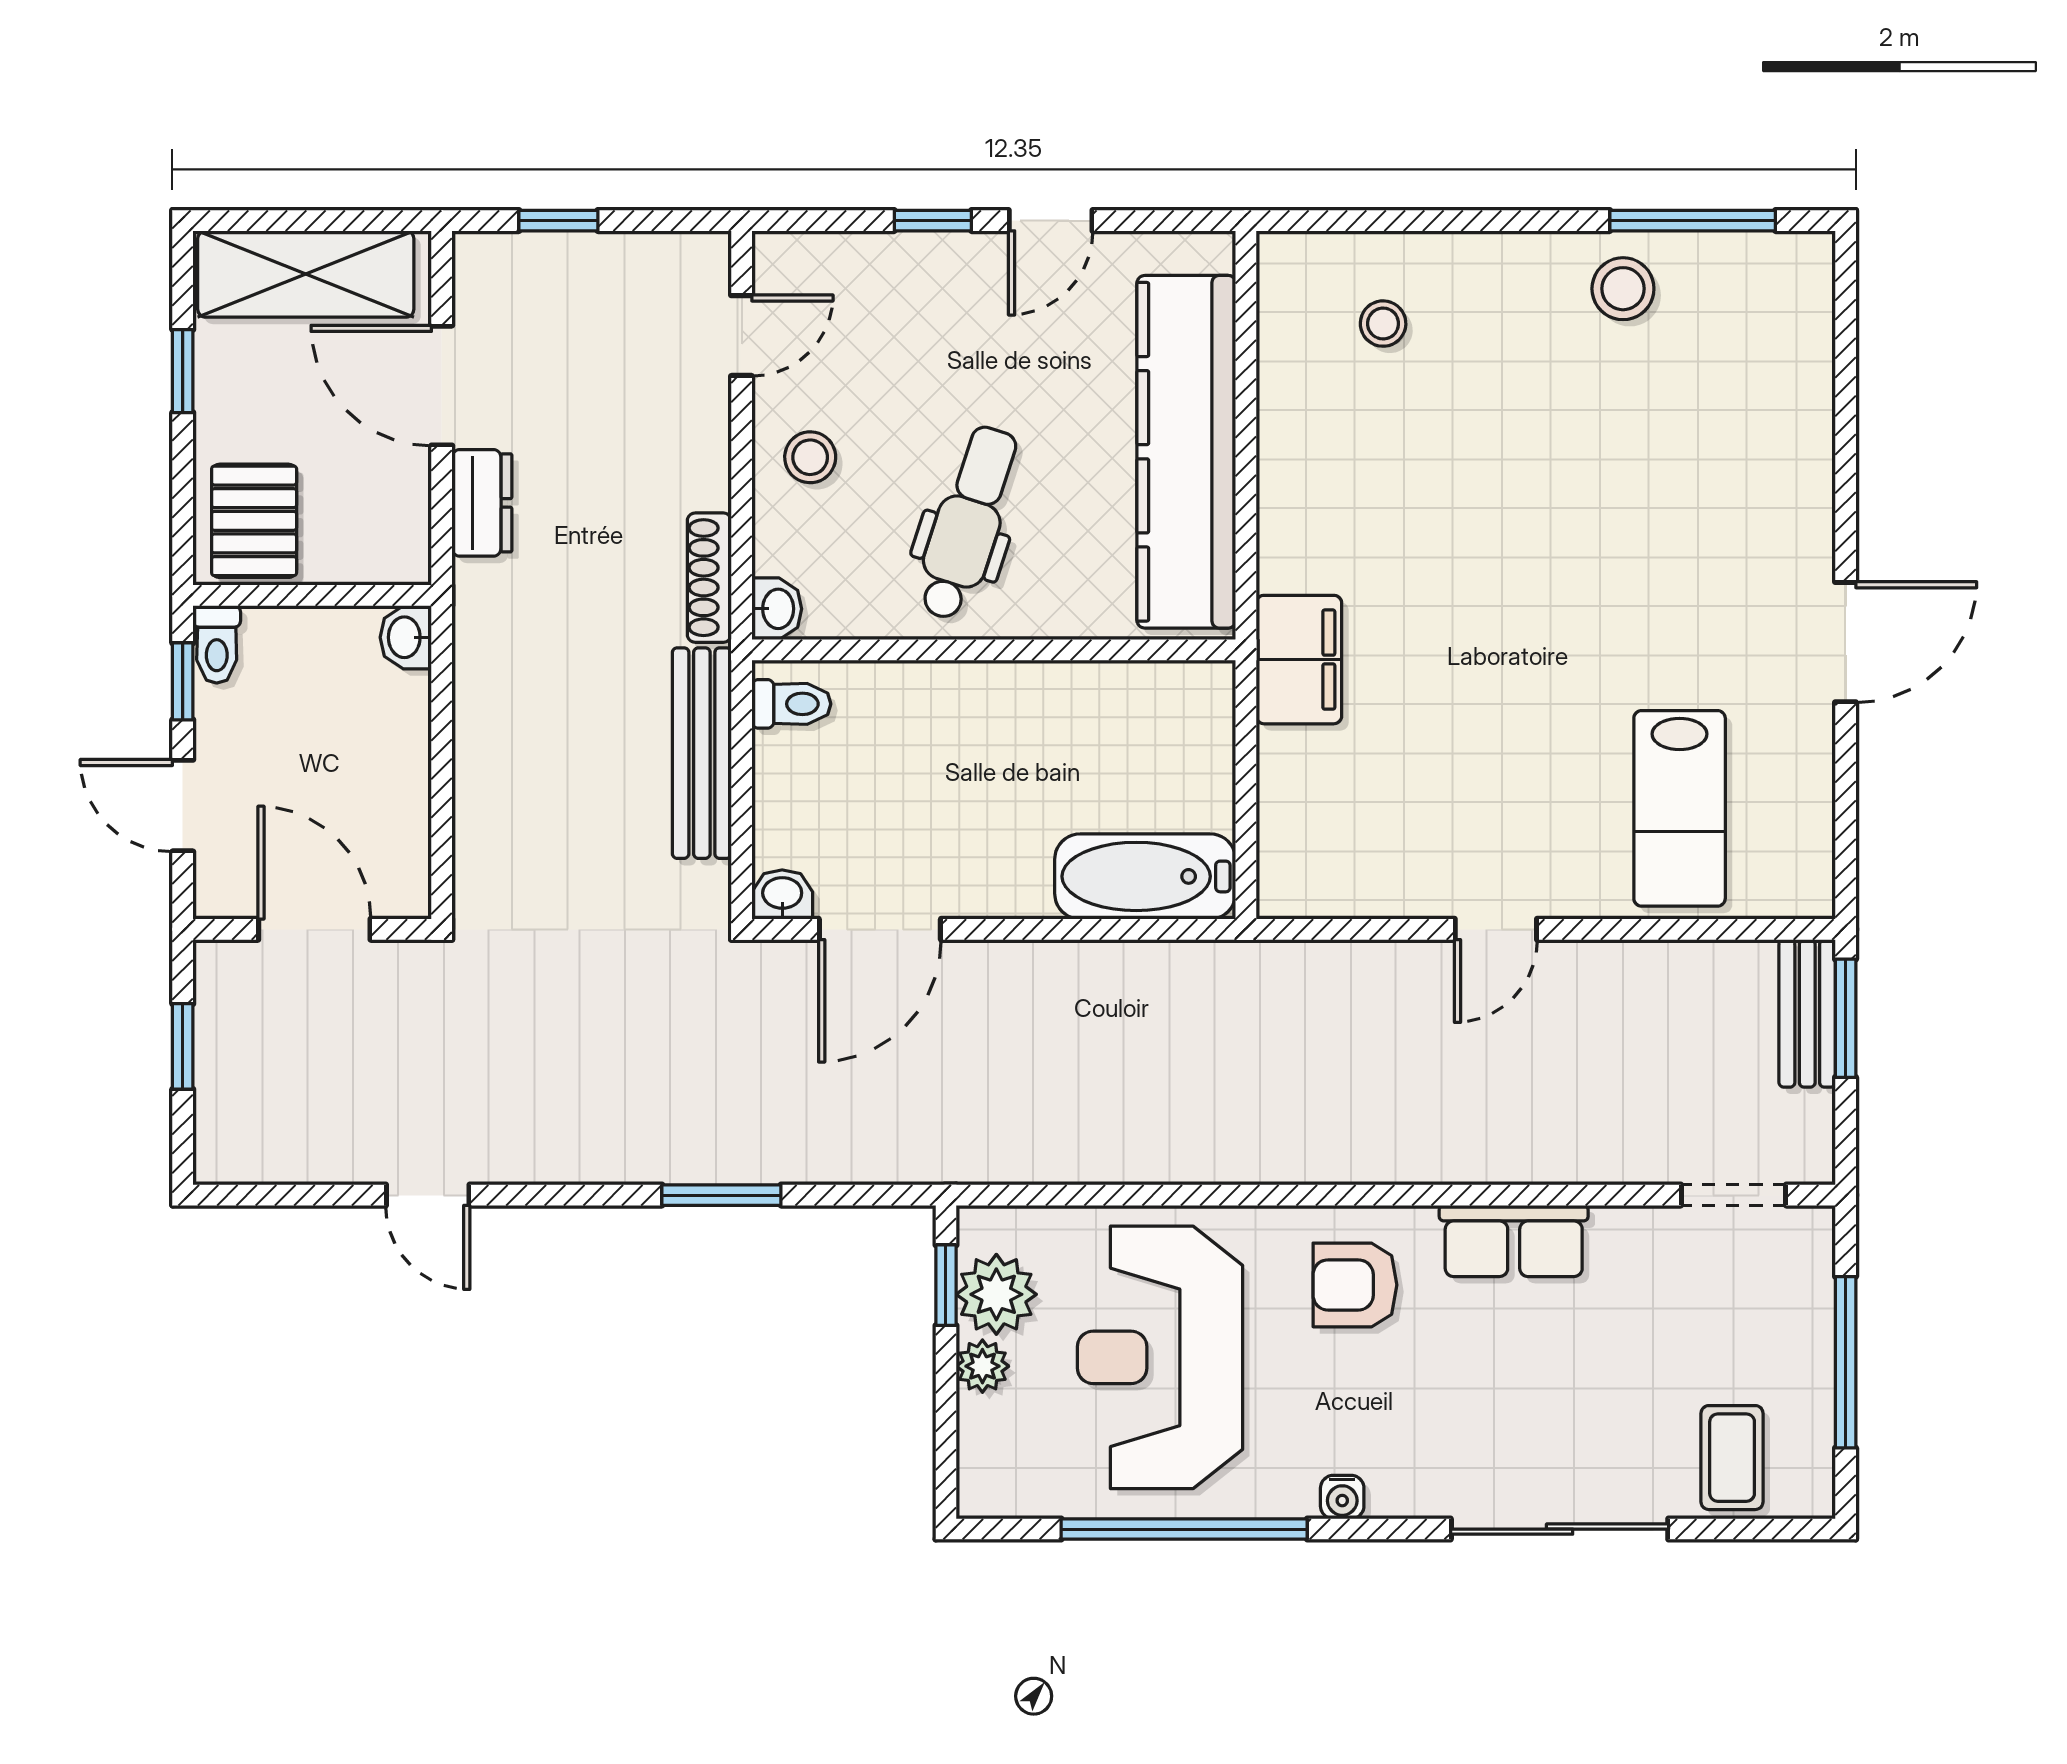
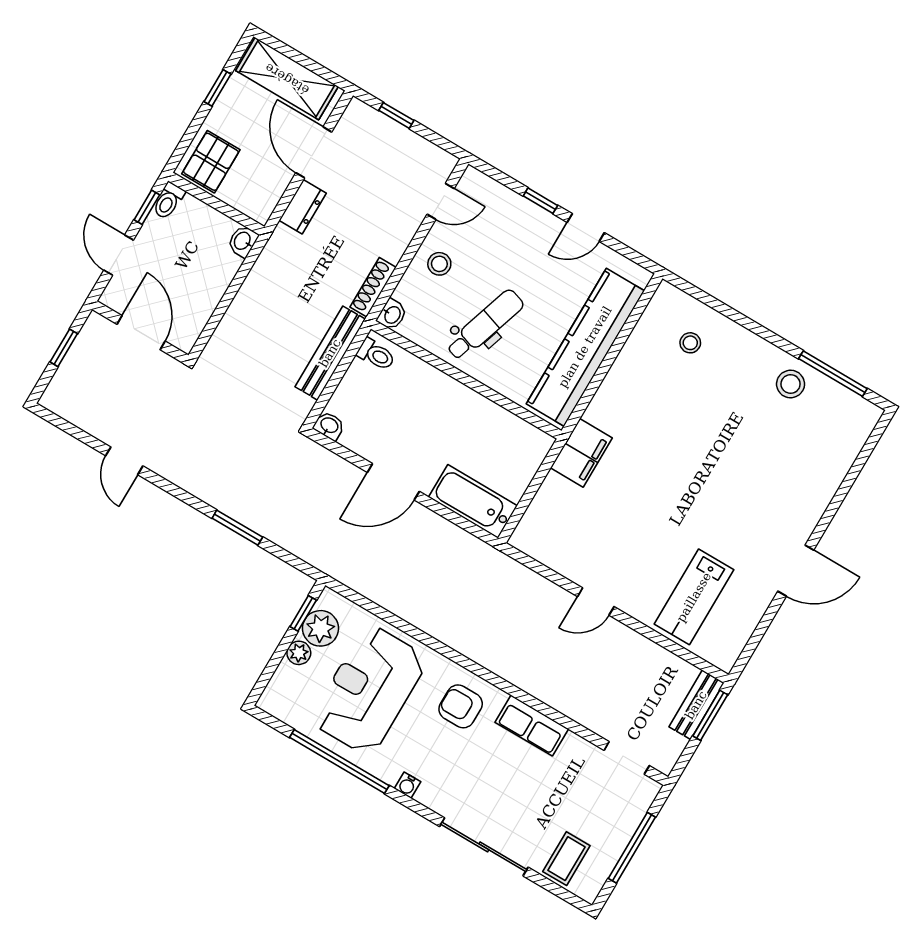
door: (880, 929) -> (393, 482), moved

